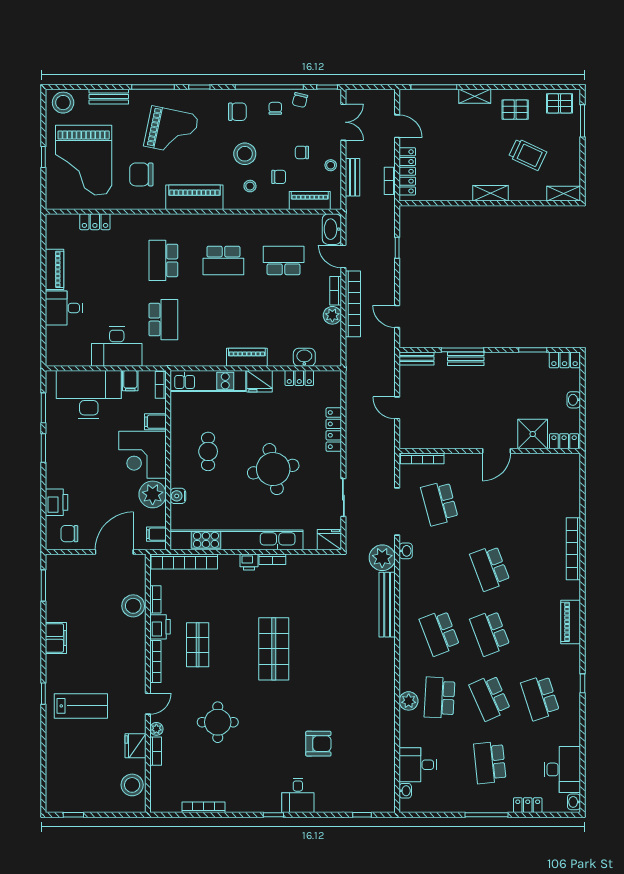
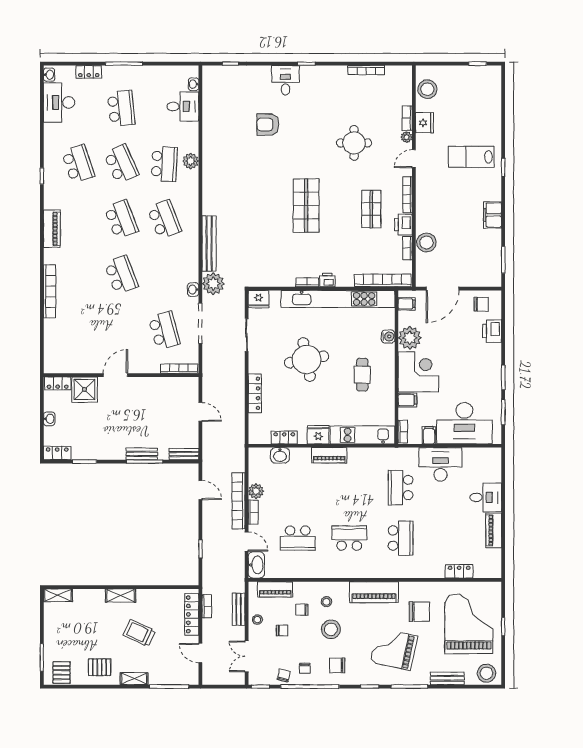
pallet: (560, 103) -> (62, 672), turned 90
trolley: (528, 154) -> (139, 633), moved

